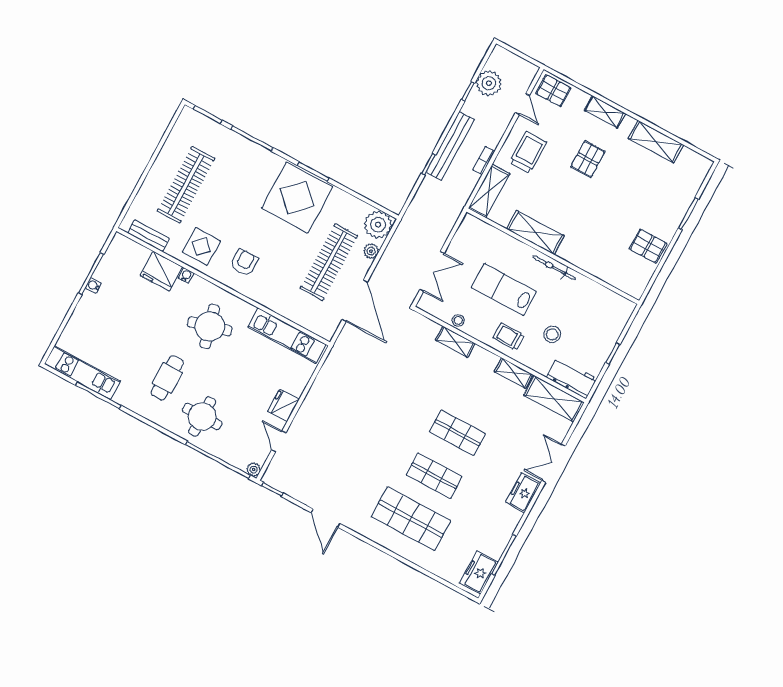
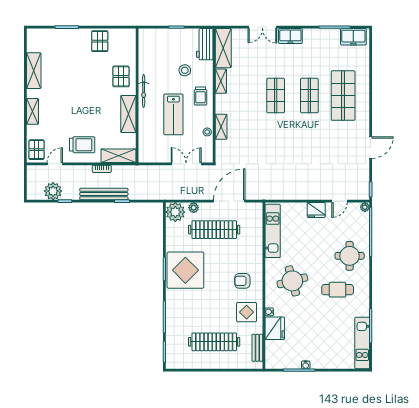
trolley: (528, 152) -> (82, 145), turned 180
pallet: (588, 159) -> (121, 76), moved, turned 90

